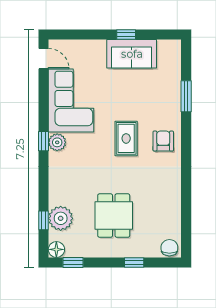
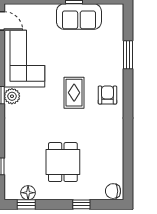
plant: (61, 218) -> (15, 165), removed
chair: (169, 248) -> (113, 191), turned -90
floor lamp: (56, 249) -> (28, 193), moved

